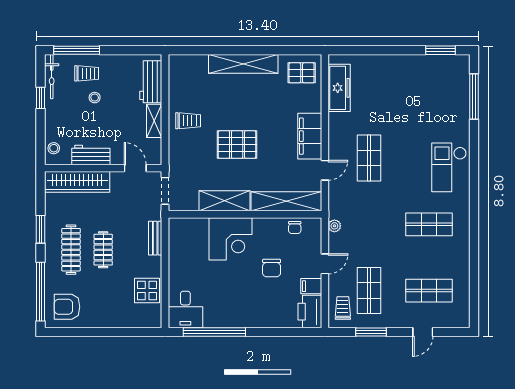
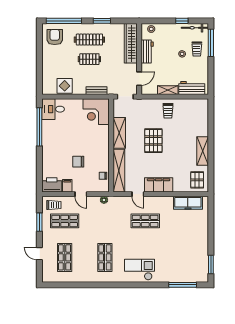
shelving: (243, 64) -> (203, 151), width x0.68
corner desk: (230, 239) -> (96, 112), moved

